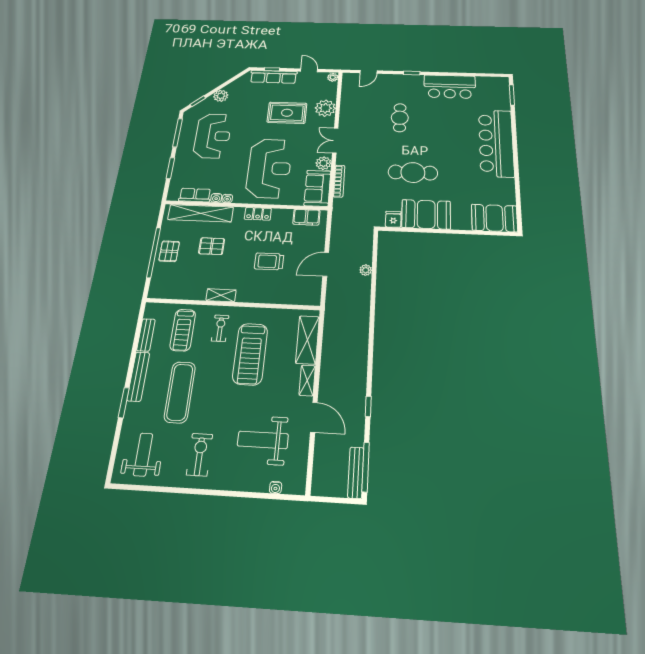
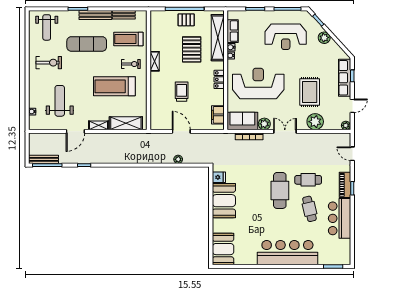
piano: (407, 80) -> (345, 185), added
cafe table: (438, 117) -> (309, 209), added
reception desk: (269, 168) -> (258, 83), turned 180
cafe table: (413, 173) -> (280, 190), moved
pallet: (212, 246) -> (192, 49), width x1.50, depth x1.42
weight bench: (143, 454) -> (47, 27), turned 90

